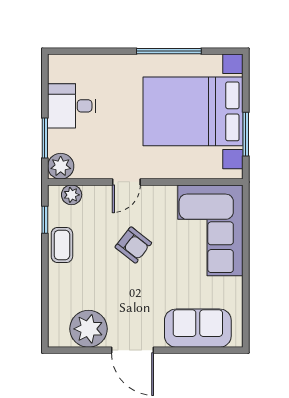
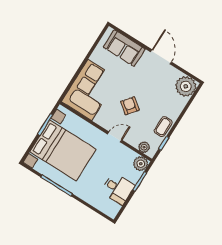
plant: (88, 329) -> (186, 86), moved

